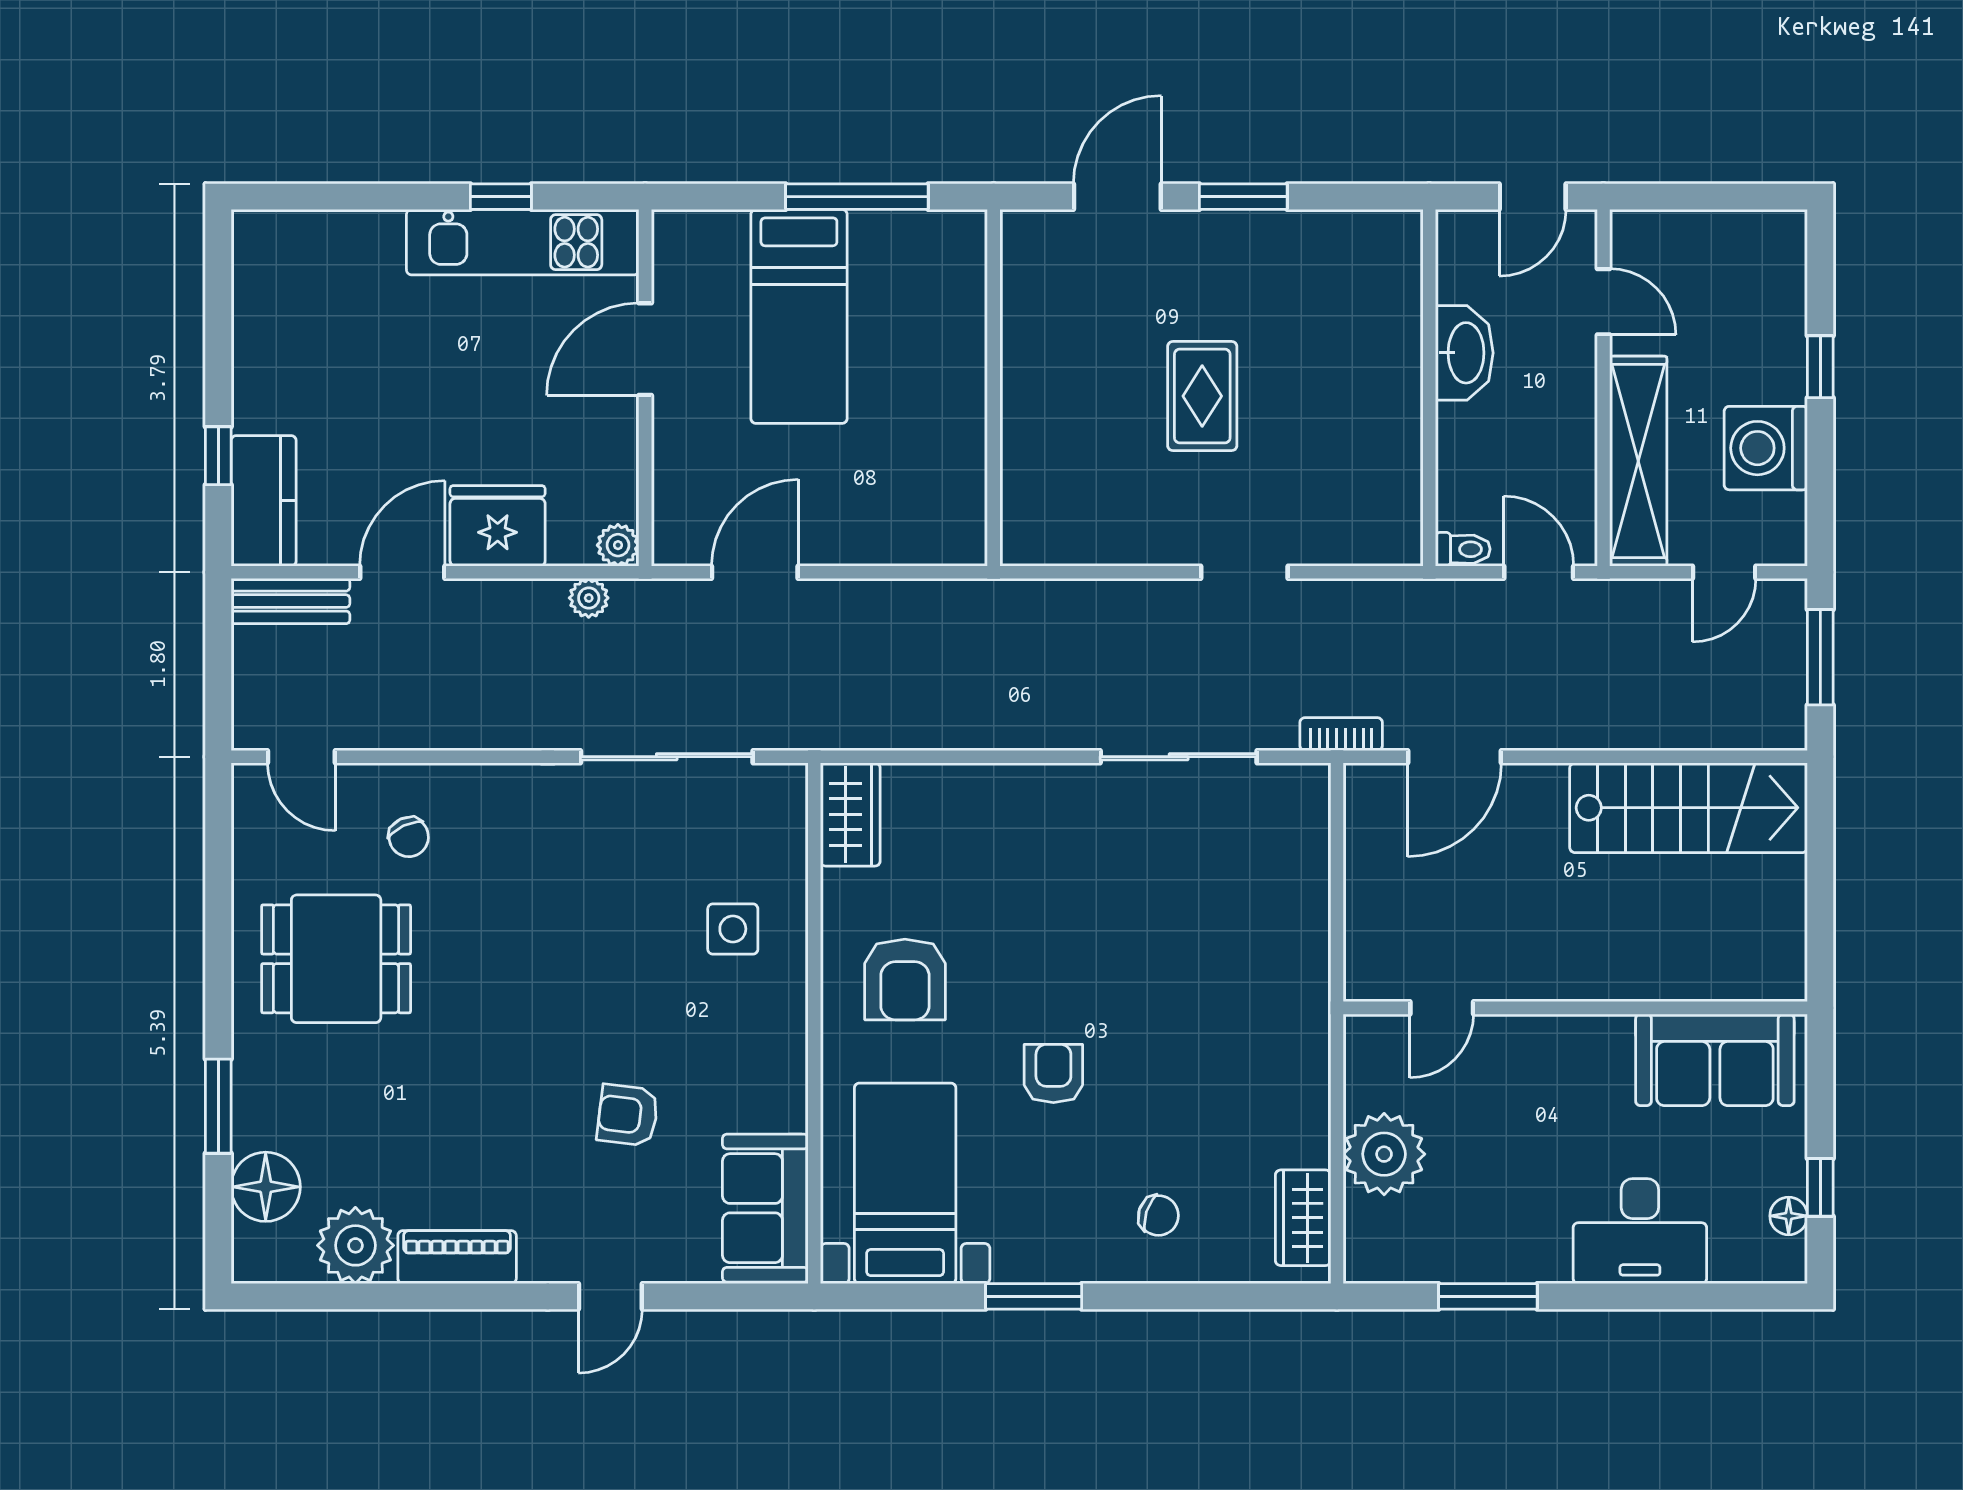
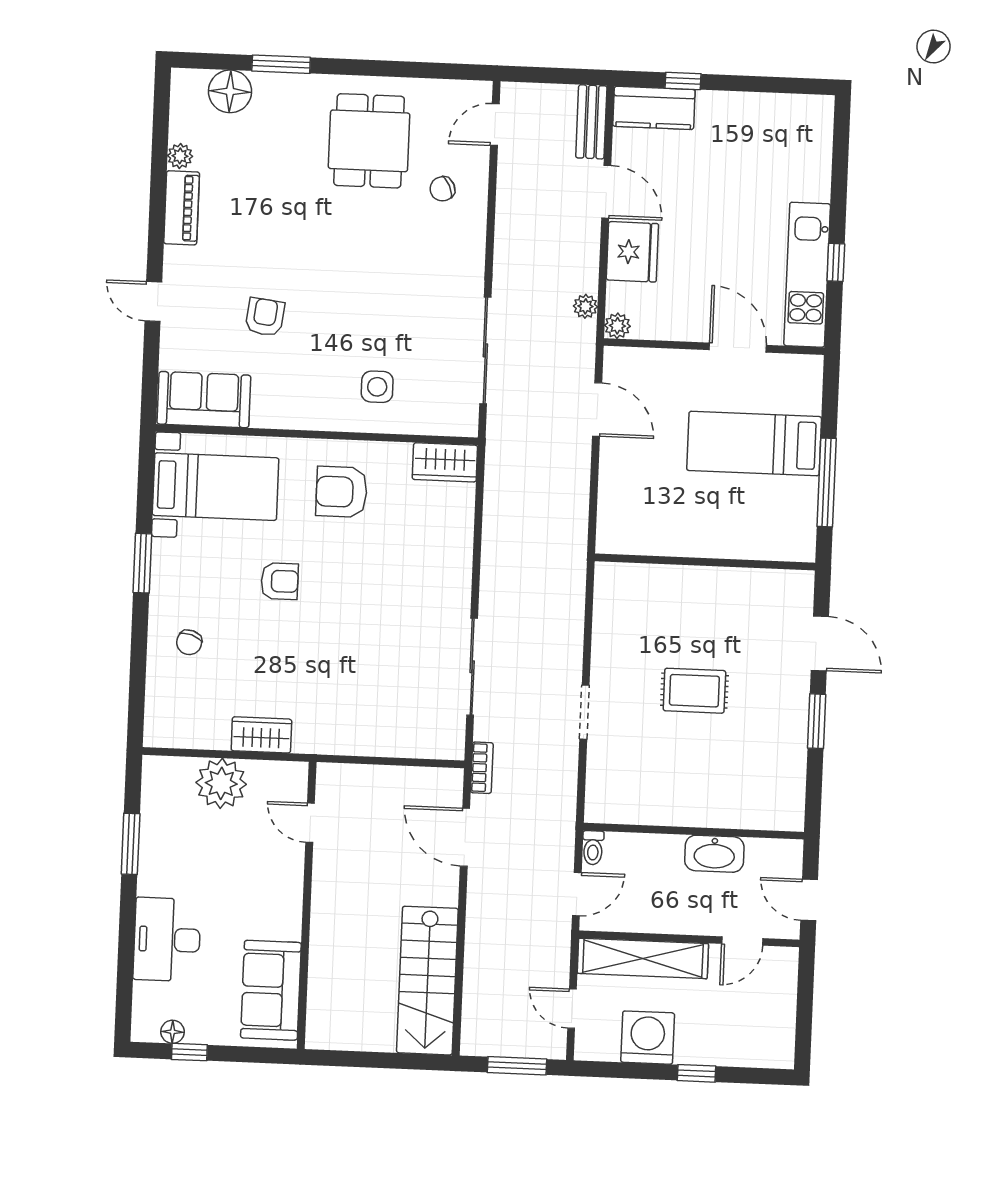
wardrobe: (1303, 1218) -> (261, 735), moved
plant: (355, 1245) -> (180, 156), width x0.53, depth x0.53

